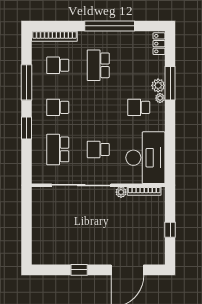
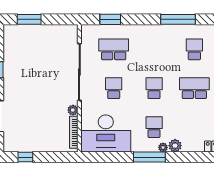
window: (170, 83) -> (149, 157), moved
school desk: (58, 107) -> (154, 88), moved
window: (26, 128) -> (110, 19), moved
window: (170, 230) -> (25, 157), moved
window: (26, 238) -> (29, 19), added

